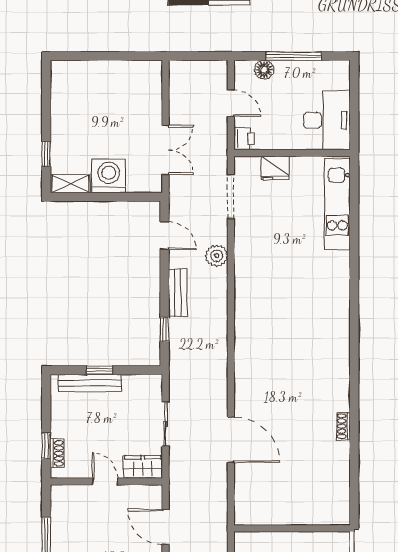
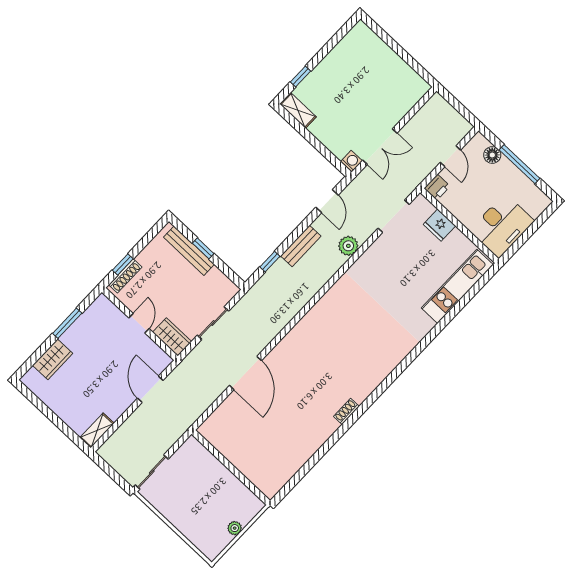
washing machine: (109, 176) -> (351, 161), moved, width x0.53, depth x0.53
shoe rack: (343, 426) -> (346, 411), moved
shoe rack: (57, 453) -> (125, 276), width x1.43

